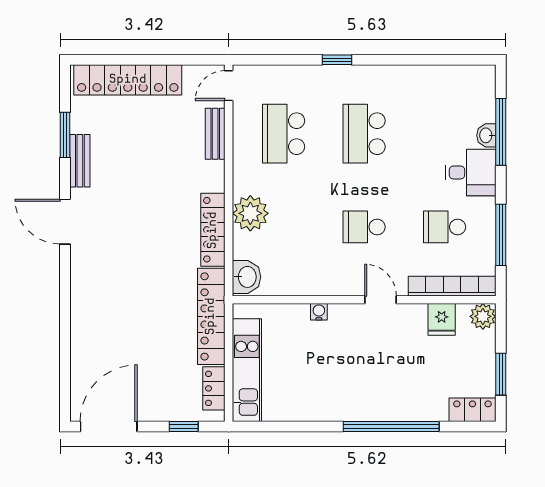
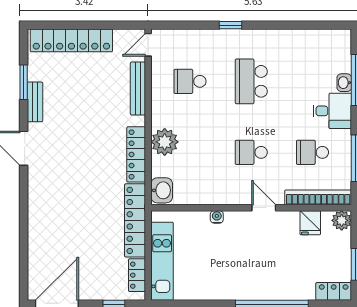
bench: (215, 134) -> (138, 89), width x1.36
school desk: (284, 134) -> (190, 81), width x0.54

